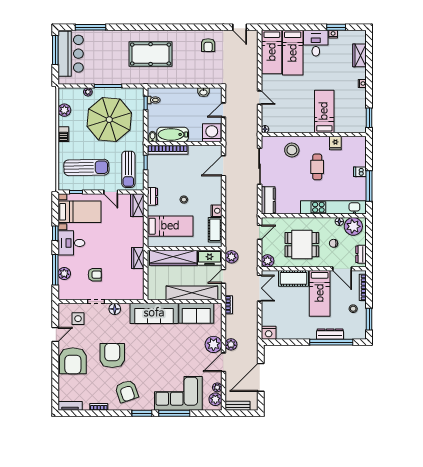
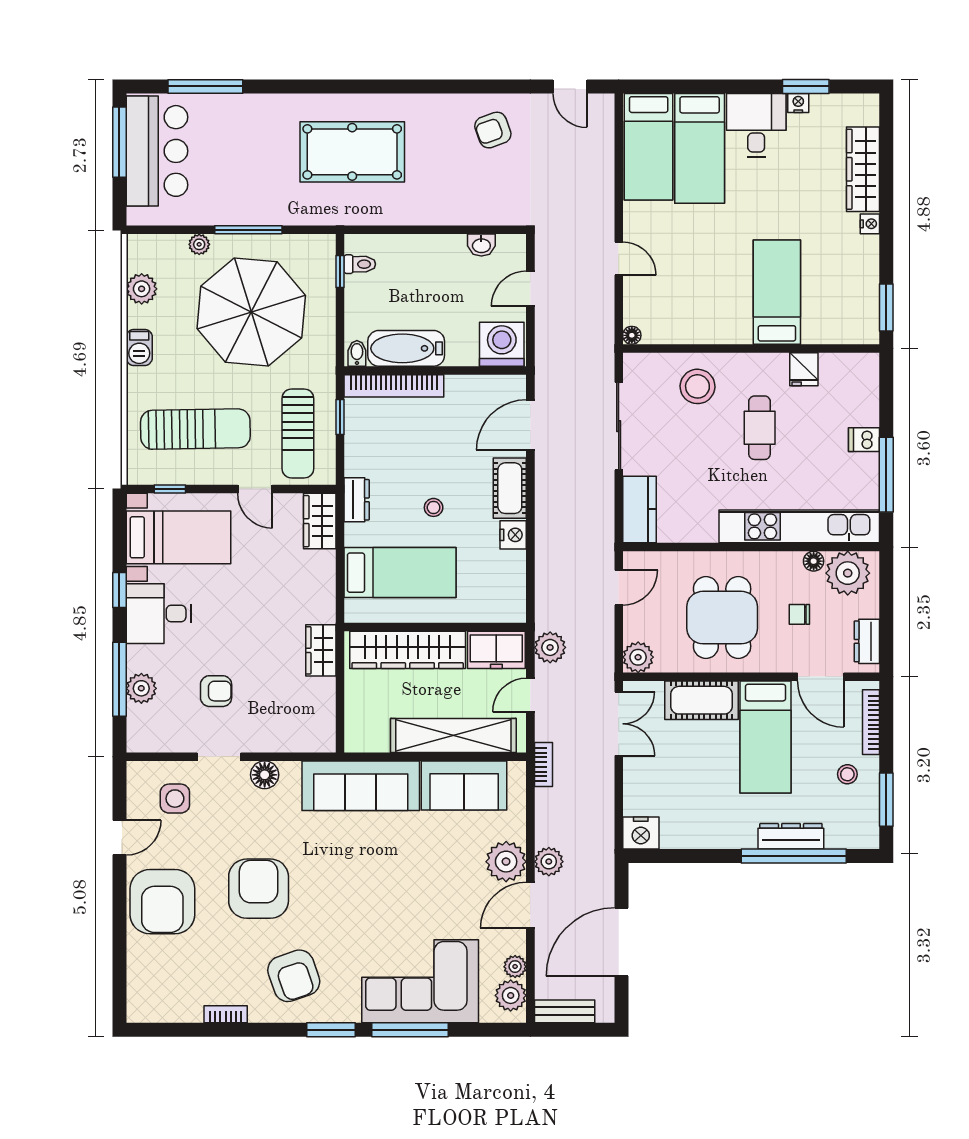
armchair: (208, 45) -> (493, 130), turned 70
wardrobe: (360, 55) -> (863, 169), width x1.50
cot: (215, 230) -> (510, 488), moved
dining table: (302, 245) -> (722, 618), turned 90
tv unit: (70, 406) -> (156, 1012), removed

